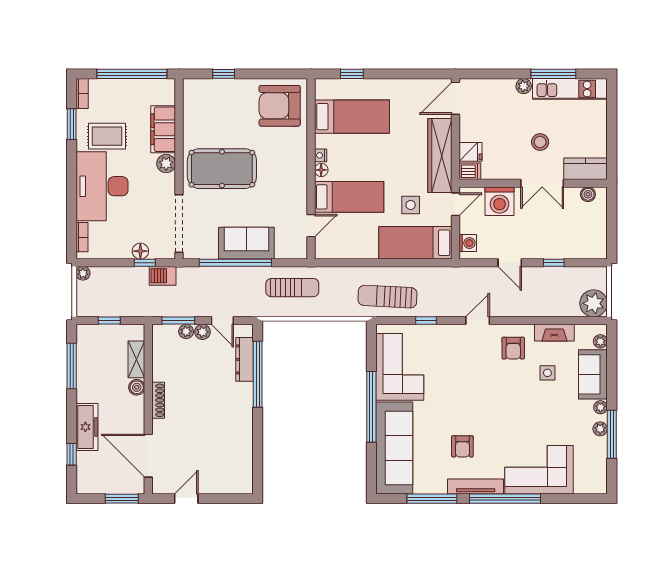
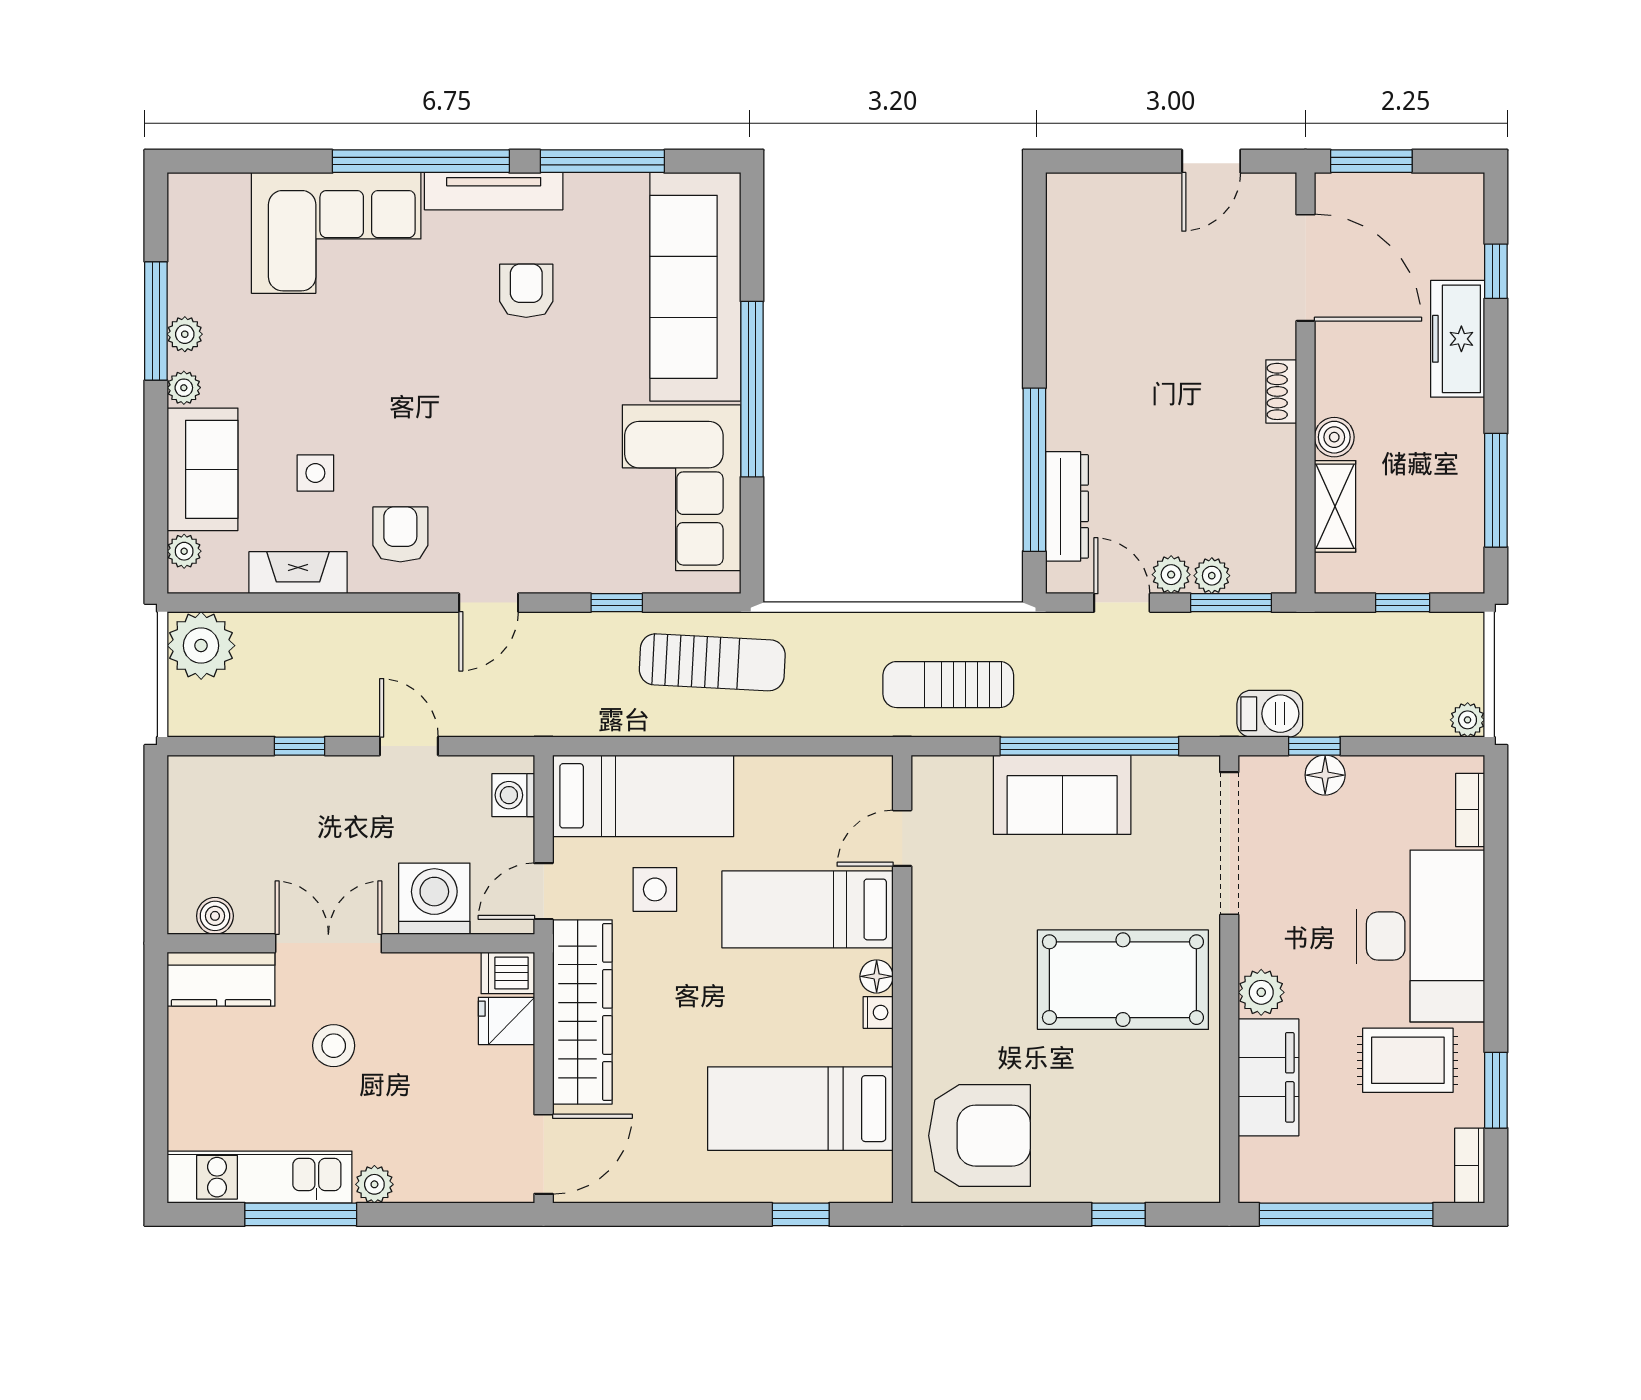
shoe rack: (158, 400) -> (1281, 391), width x0.70

